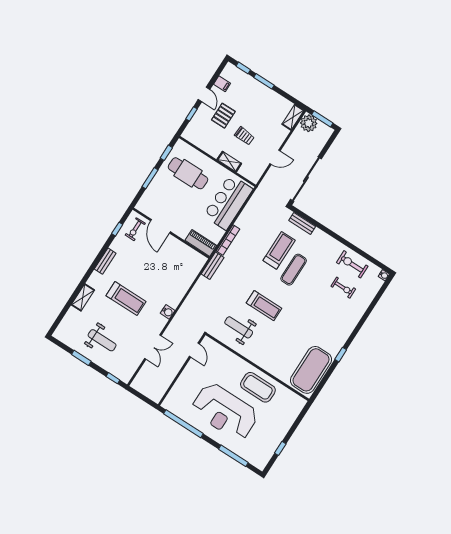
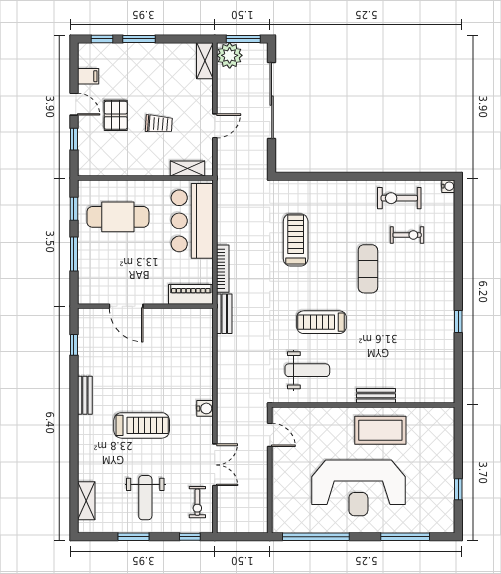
shelving: (229, 162) -> (188, 169), moved
sliding door: (306, 179) -> (272, 101), moved
bench: (302, 223) -> (376, 396), moved
exercise bike: (135, 229) -> (197, 502), moved
exercise mat: (294, 270) -> (368, 269), moved
shelving: (83, 297) -> (86, 501), moved
treadmill: (264, 306) -> (322, 322), turned 180
weight bench: (239, 327) -> (307, 370), turned 180
weight bench: (102, 340) -> (145, 498), turned 90
exercise mat: (311, 370) -> (433, 365), removed

